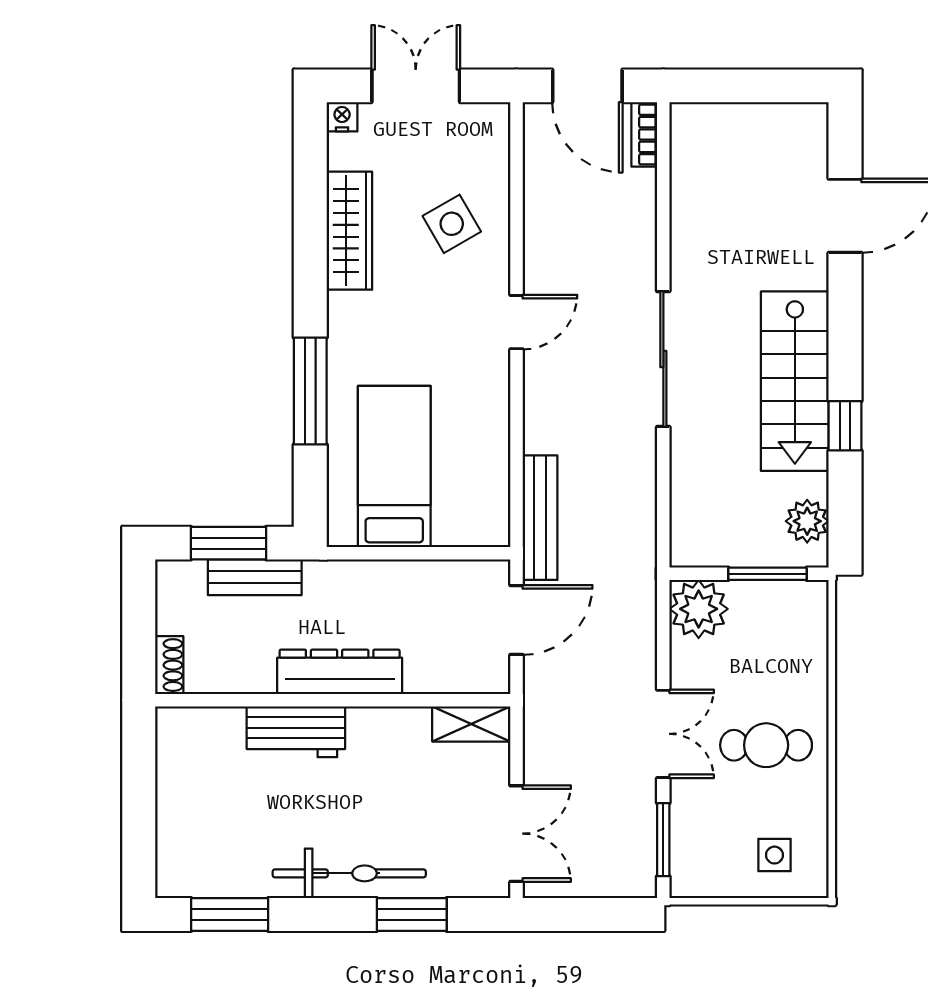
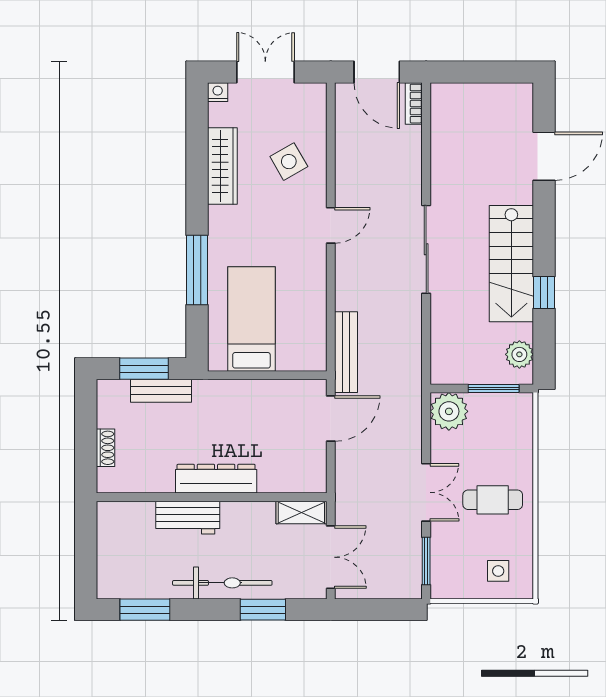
dresser: (340, 672) -> (216, 479), moved
wall: (333, 700) -> (212, 497), moved
shelving: (471, 724) -> (301, 512), moved
workbench: (296, 732) -> (188, 518), moved

